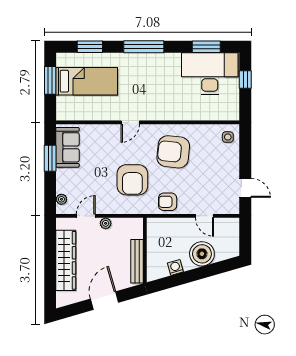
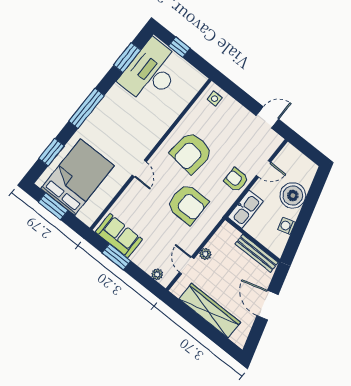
bed: (87, 81) -> (78, 177), width x1.50
armchair: (168, 202) -> (236, 180), moved, turned 90
kitchen sink: (163, 226) -> (245, 209), added

